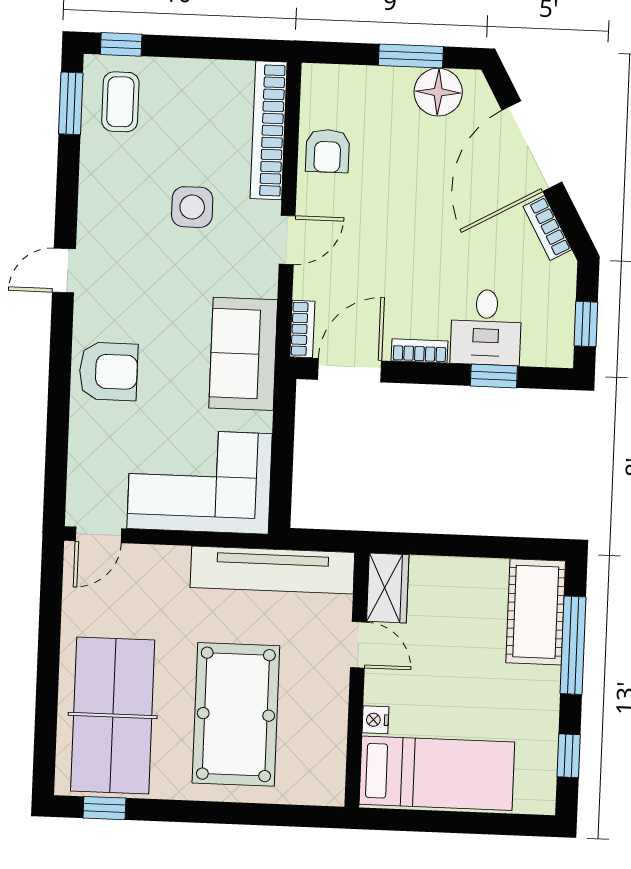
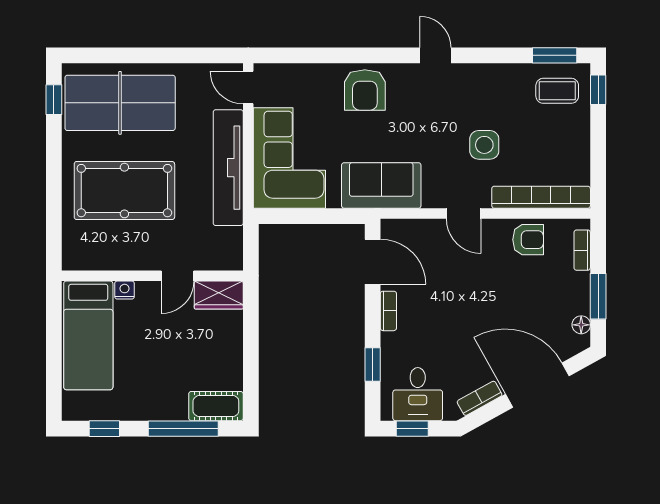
floor lamp: (438, 92) -> (581, 325), width x0.53, depth x0.53
armchair: (327, 151) -> (528, 240), turned 180
desk: (486, 327) -> (418, 394), moved, turned -90
bookcase: (302, 329) -> (582, 250), moved, turned 90
tv unit: (272, 570) -> (228, 168), moved
cot: (536, 612) -> (216, 406), width x0.73, depth x0.75

